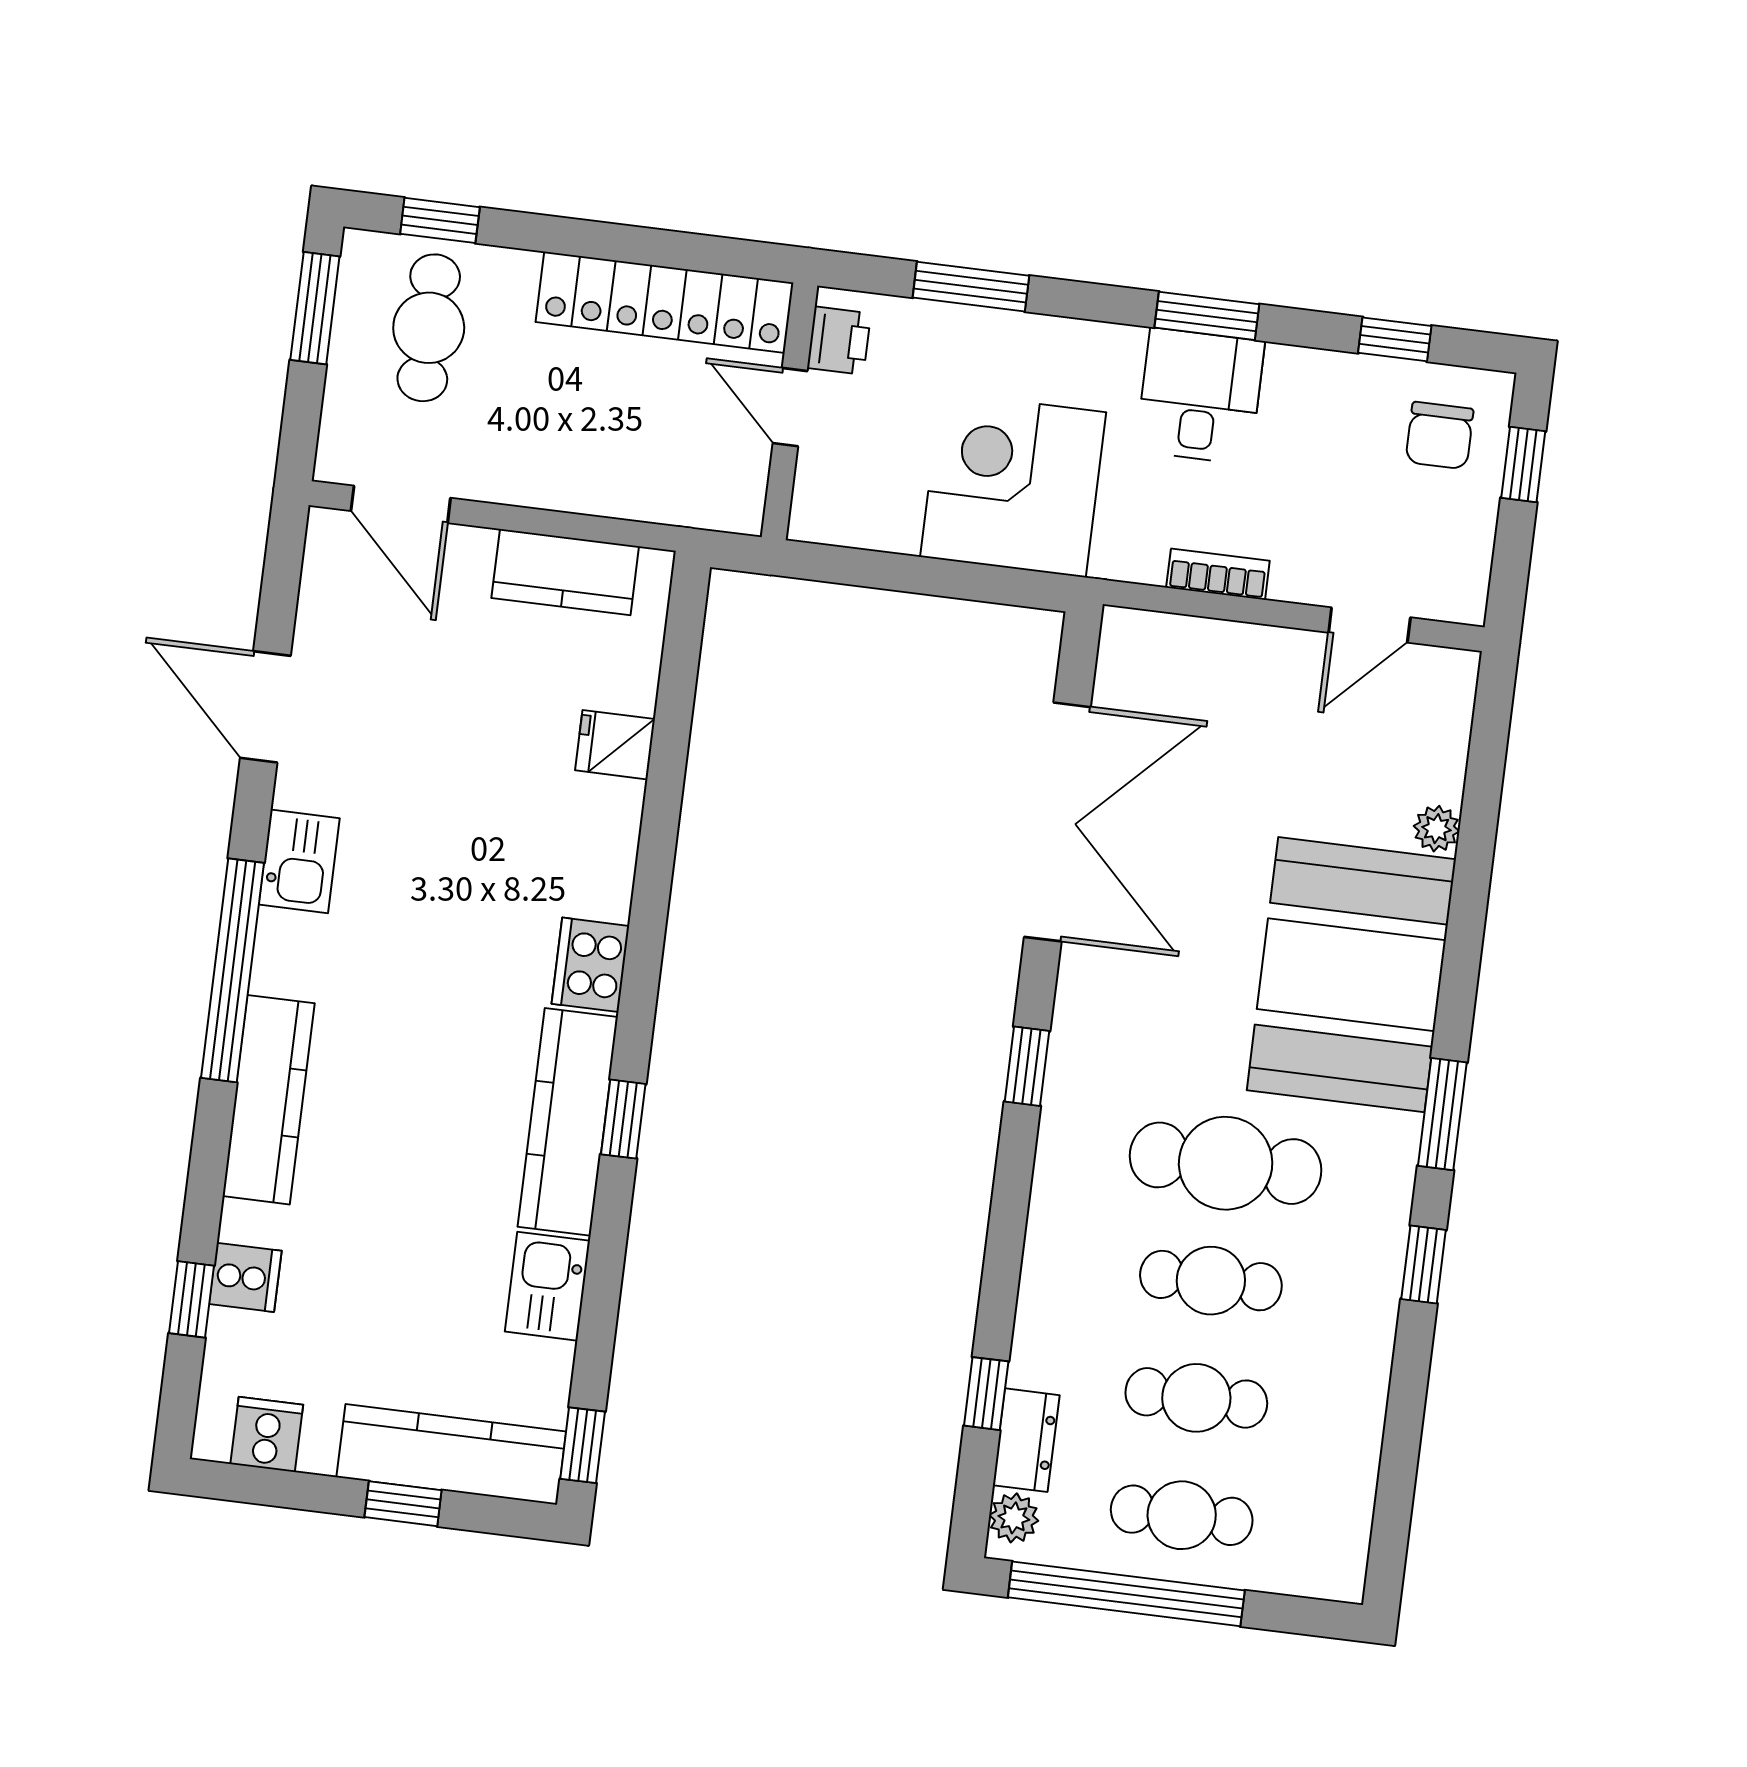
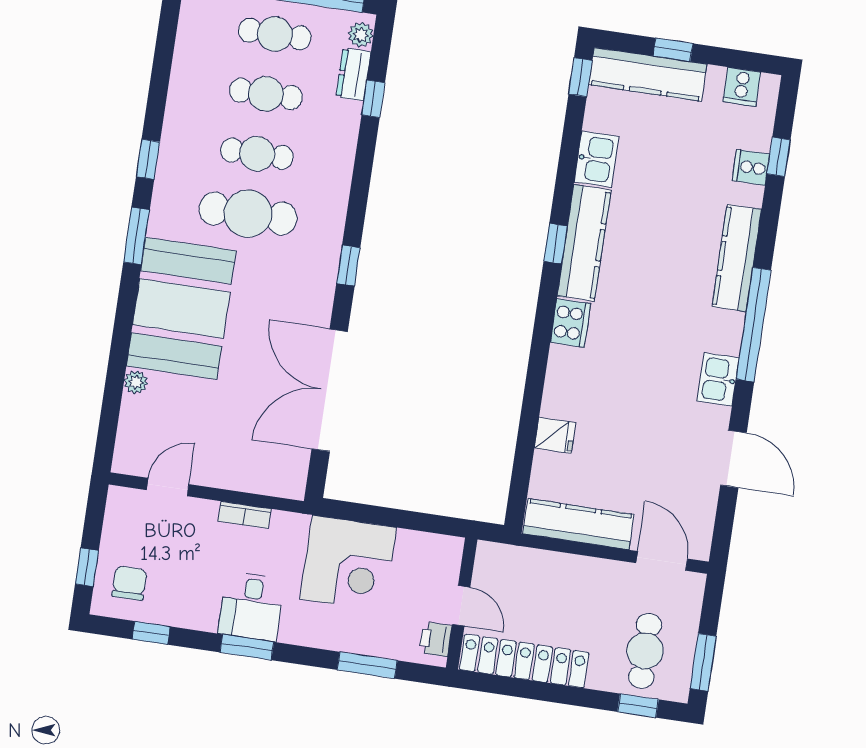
kitchen counter: (565, 572) -> (578, 524), width x1.50

